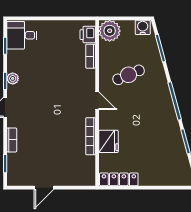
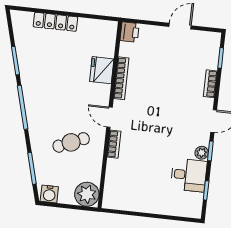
desk: (22, 35) -> (189, 175), moved
printer: (88, 35) -> (130, 32), moved
bookcase: (91, 56) -> (114, 144), moved
locker: (119, 179) -> (55, 22), moved

